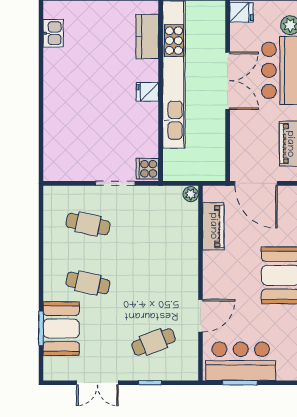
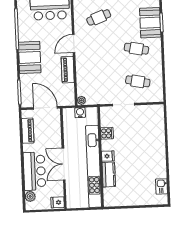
kitchen counter: (147, 37) -> (109, 174), moved
cooker: (147, 169) -> (107, 133), moved
water cooler: (194, 172) -> (80, 113), added
piano: (213, 226) -> (68, 70), moved
door: (200, 316) -> (74, 43), moved

